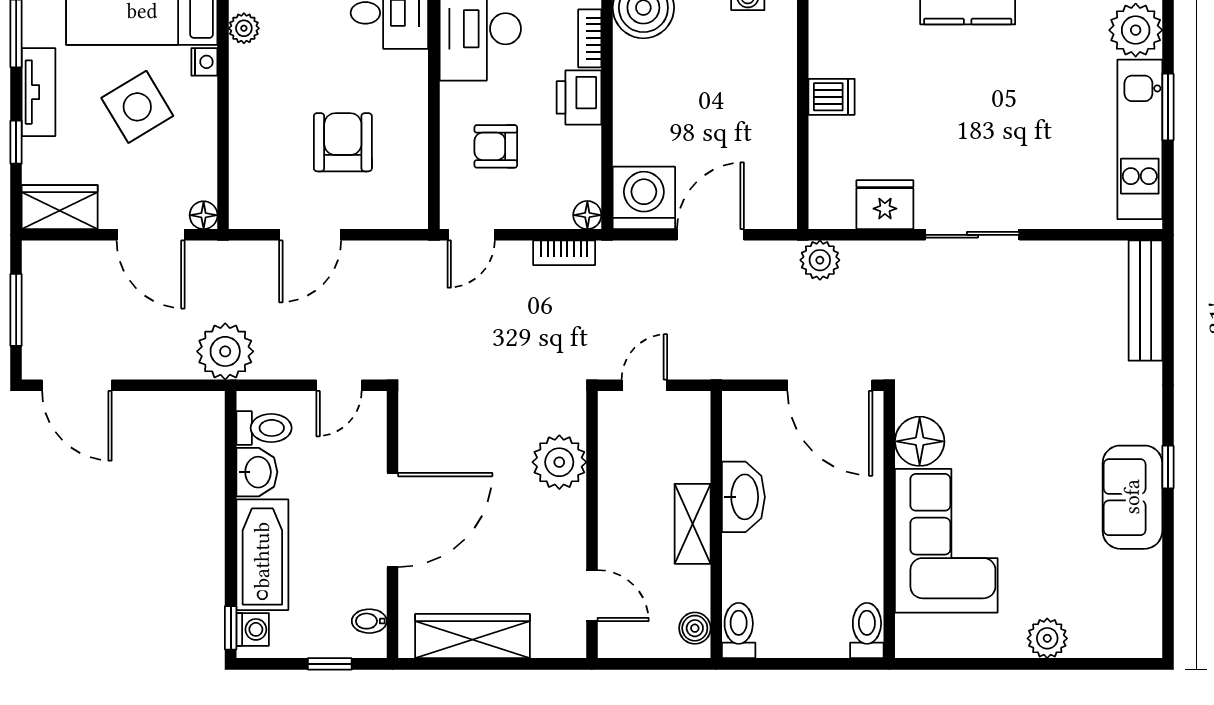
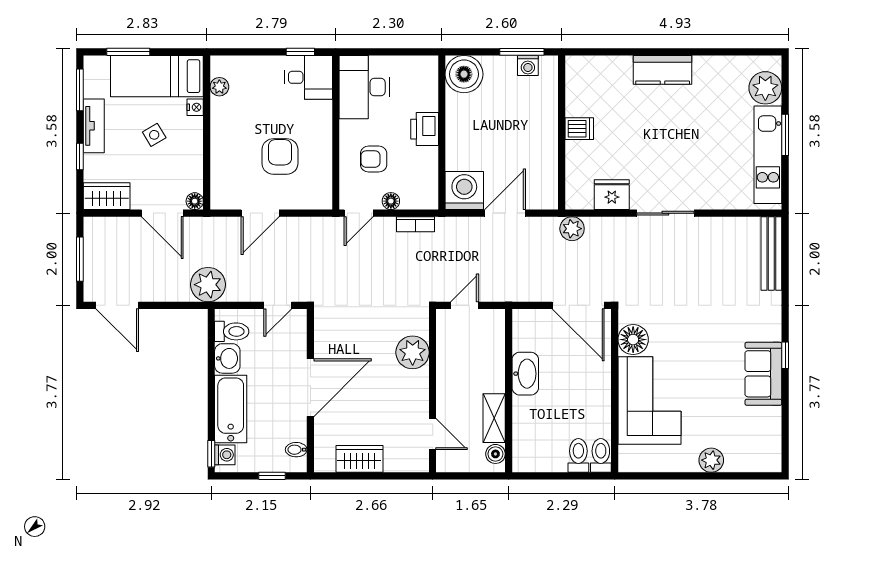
bookcase: (590, 38) -> (431, 93), removed
side table: (137, 107) -> (154, 135), width x0.54, depth x0.54
floor lamp: (587, 215) -> (391, 201), moved
shelving: (693, 524) -> (494, 418), moved
toilet: (739, 631) -> (578, 455), moved
wardrobe: (473, 636) -> (359, 459), width x0.67

